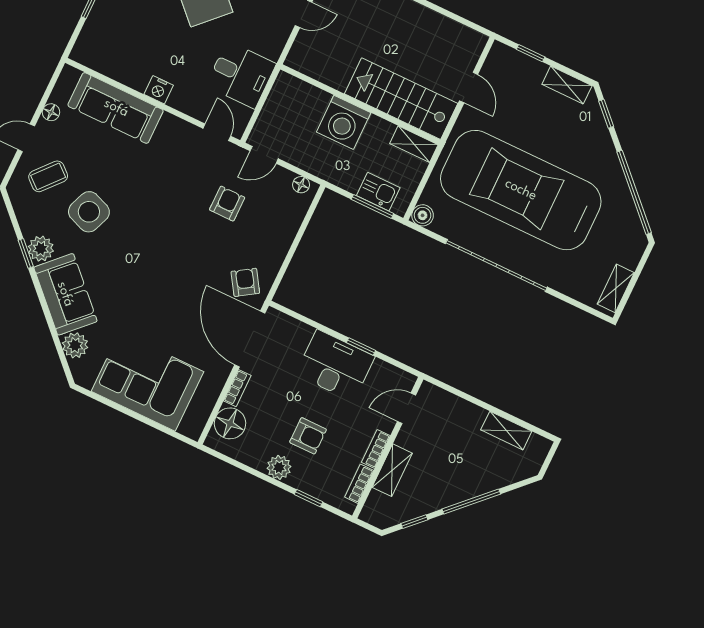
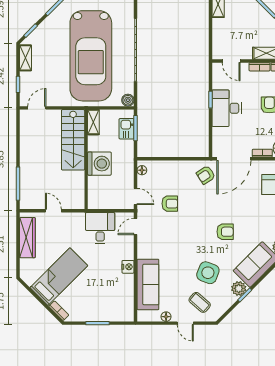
door: (469, 88) -> (37, 108), moved
armchair: (227, 204) -> (170, 204), turned 180
armchair: (141, 270) -> (225, 232), added

